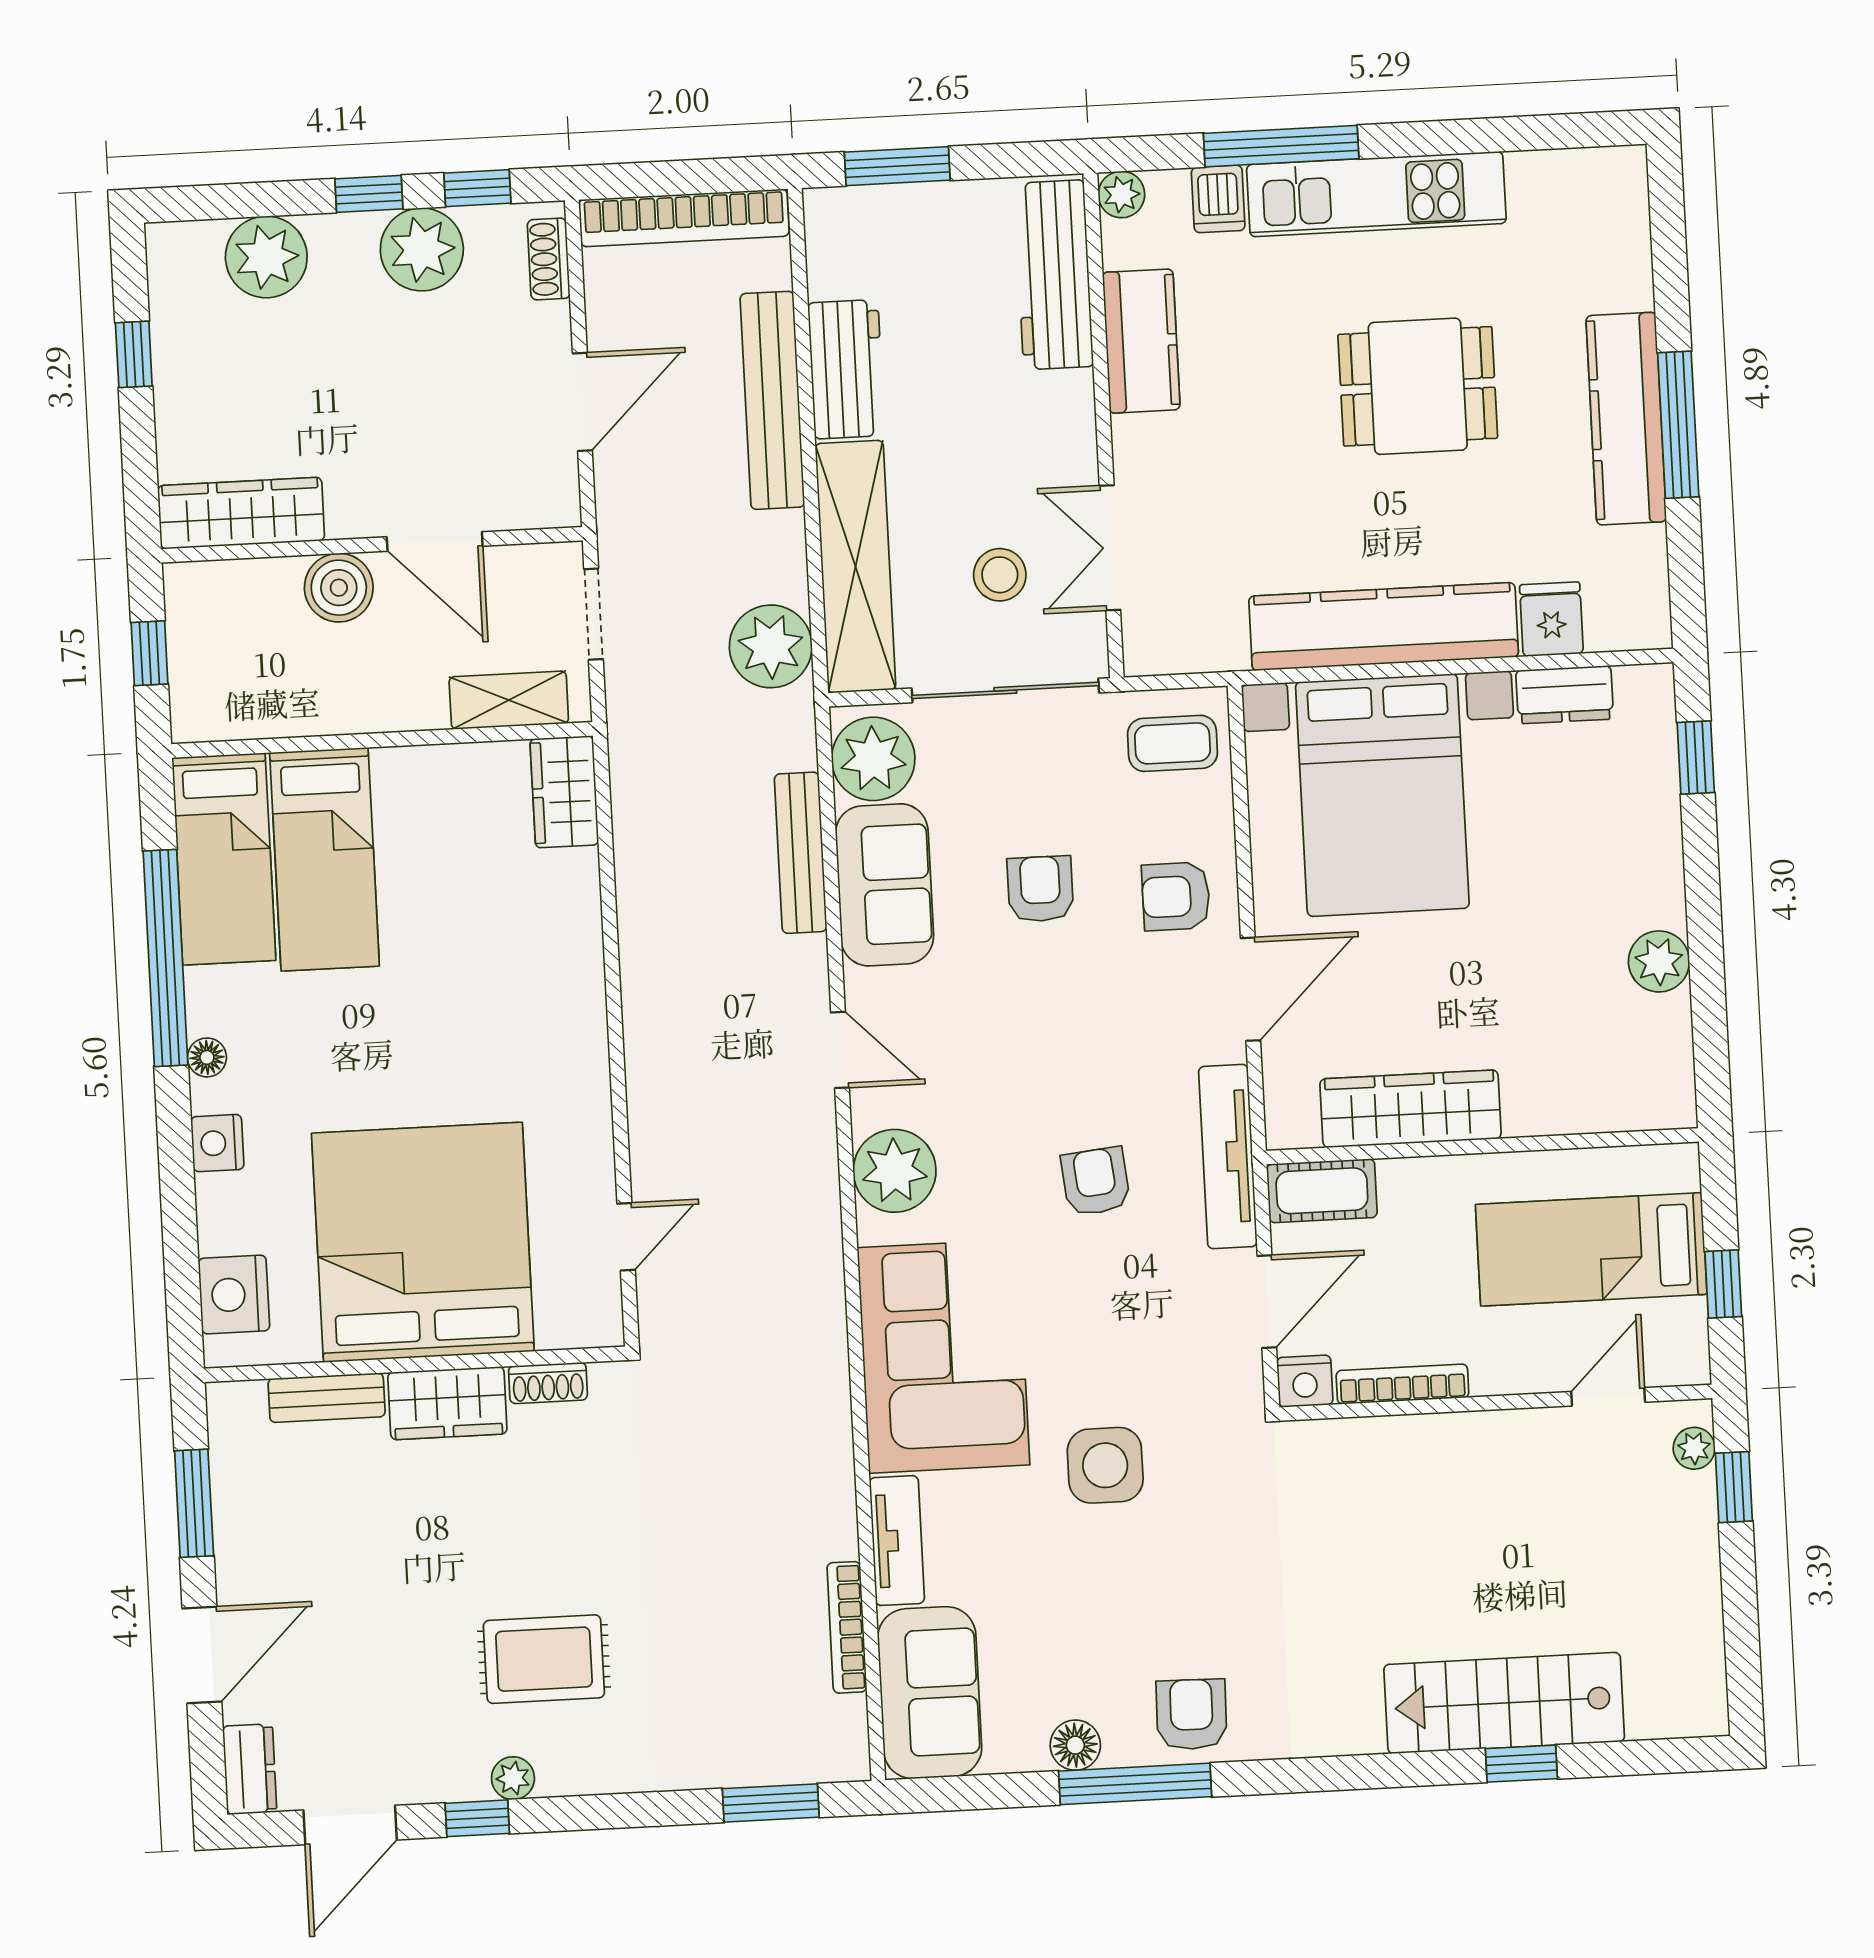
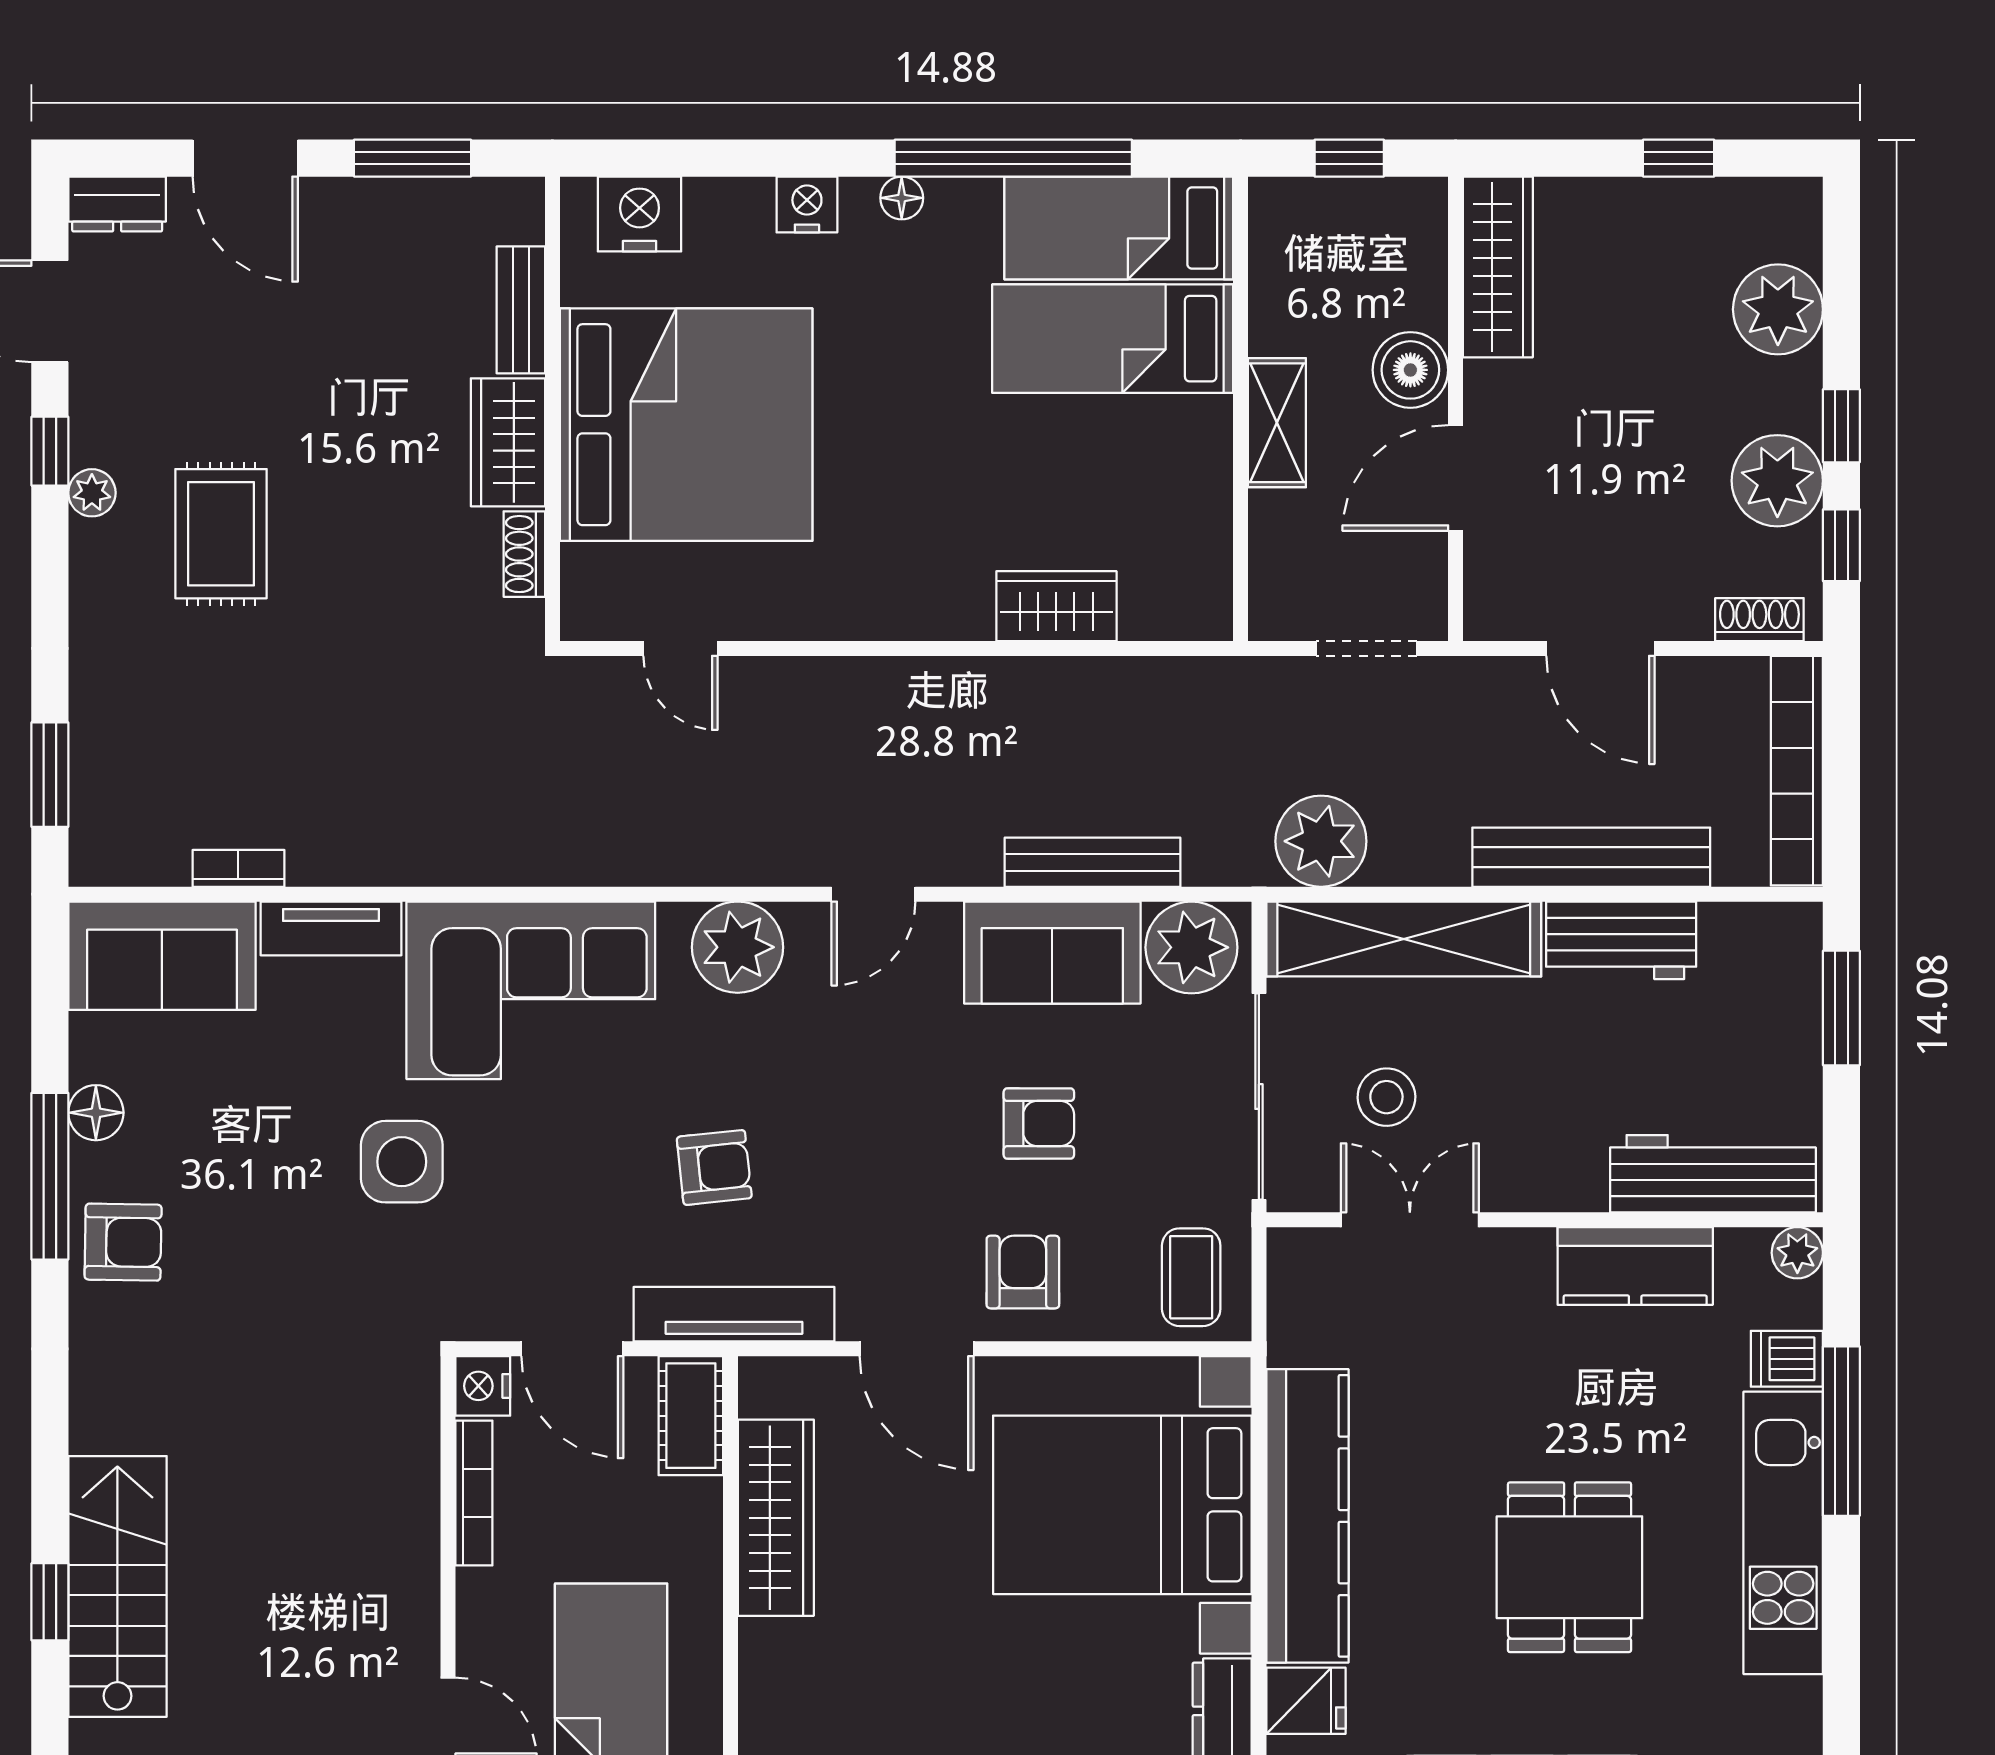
shelving: (509, 700) -> (1277, 423), moved
wardrobe: (564, 792) -> (1056, 606), moved
bookcase: (847, 1627) -> (238, 868), width x0.64

